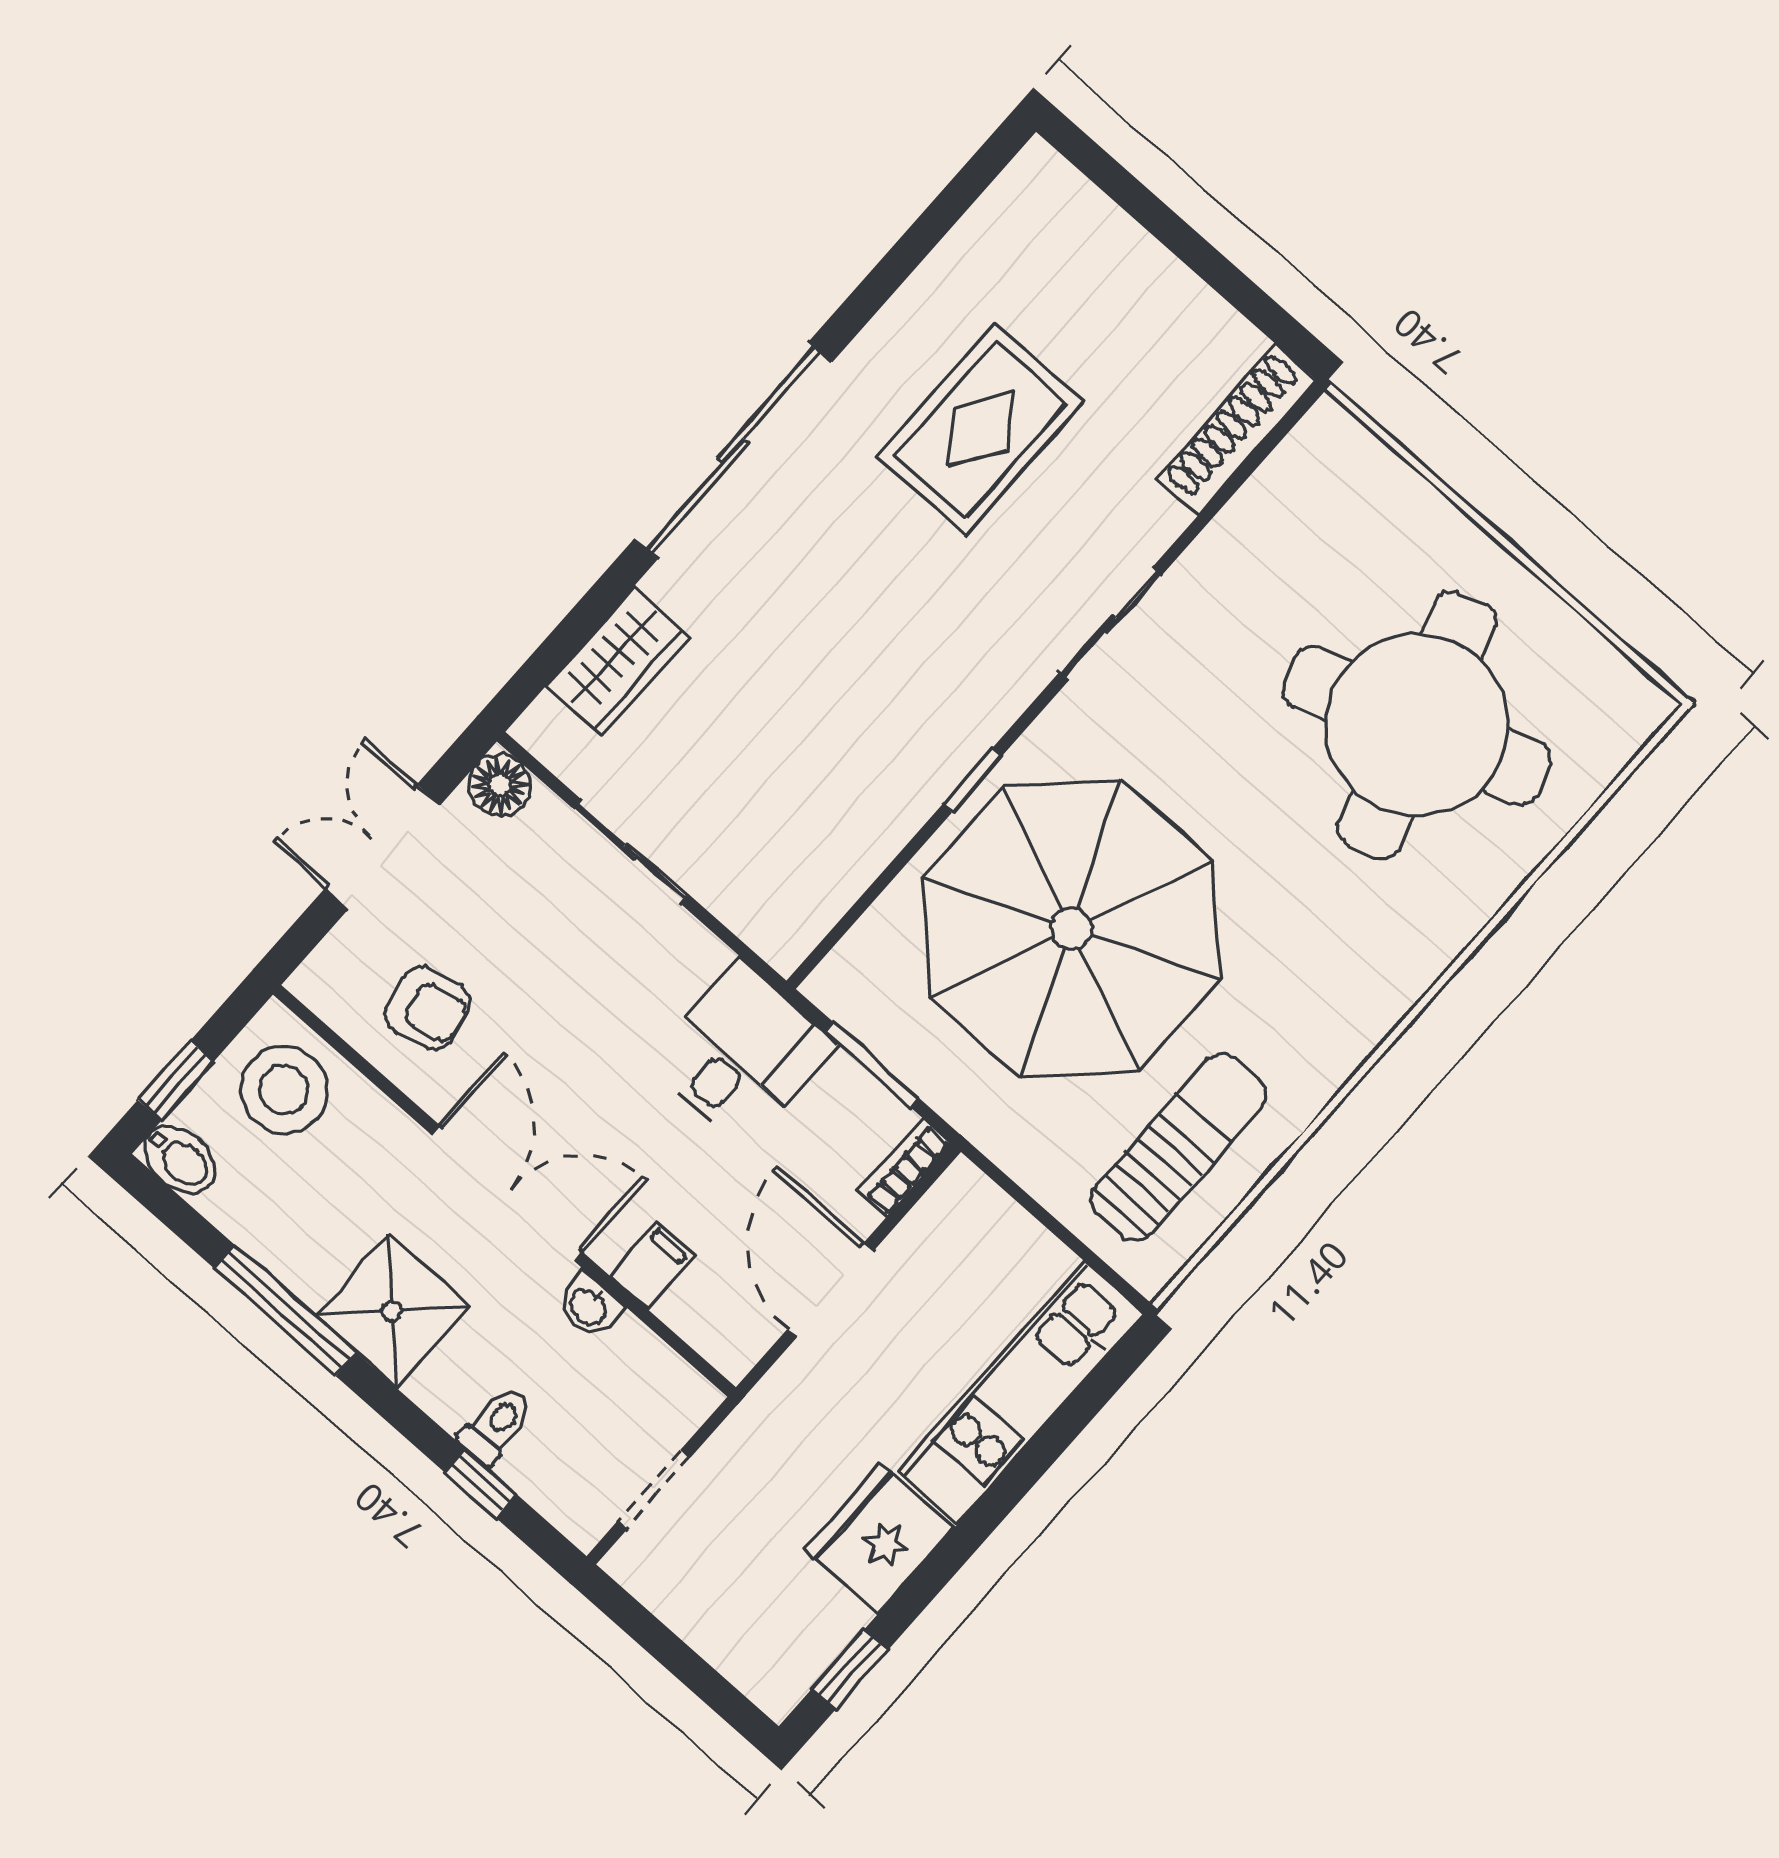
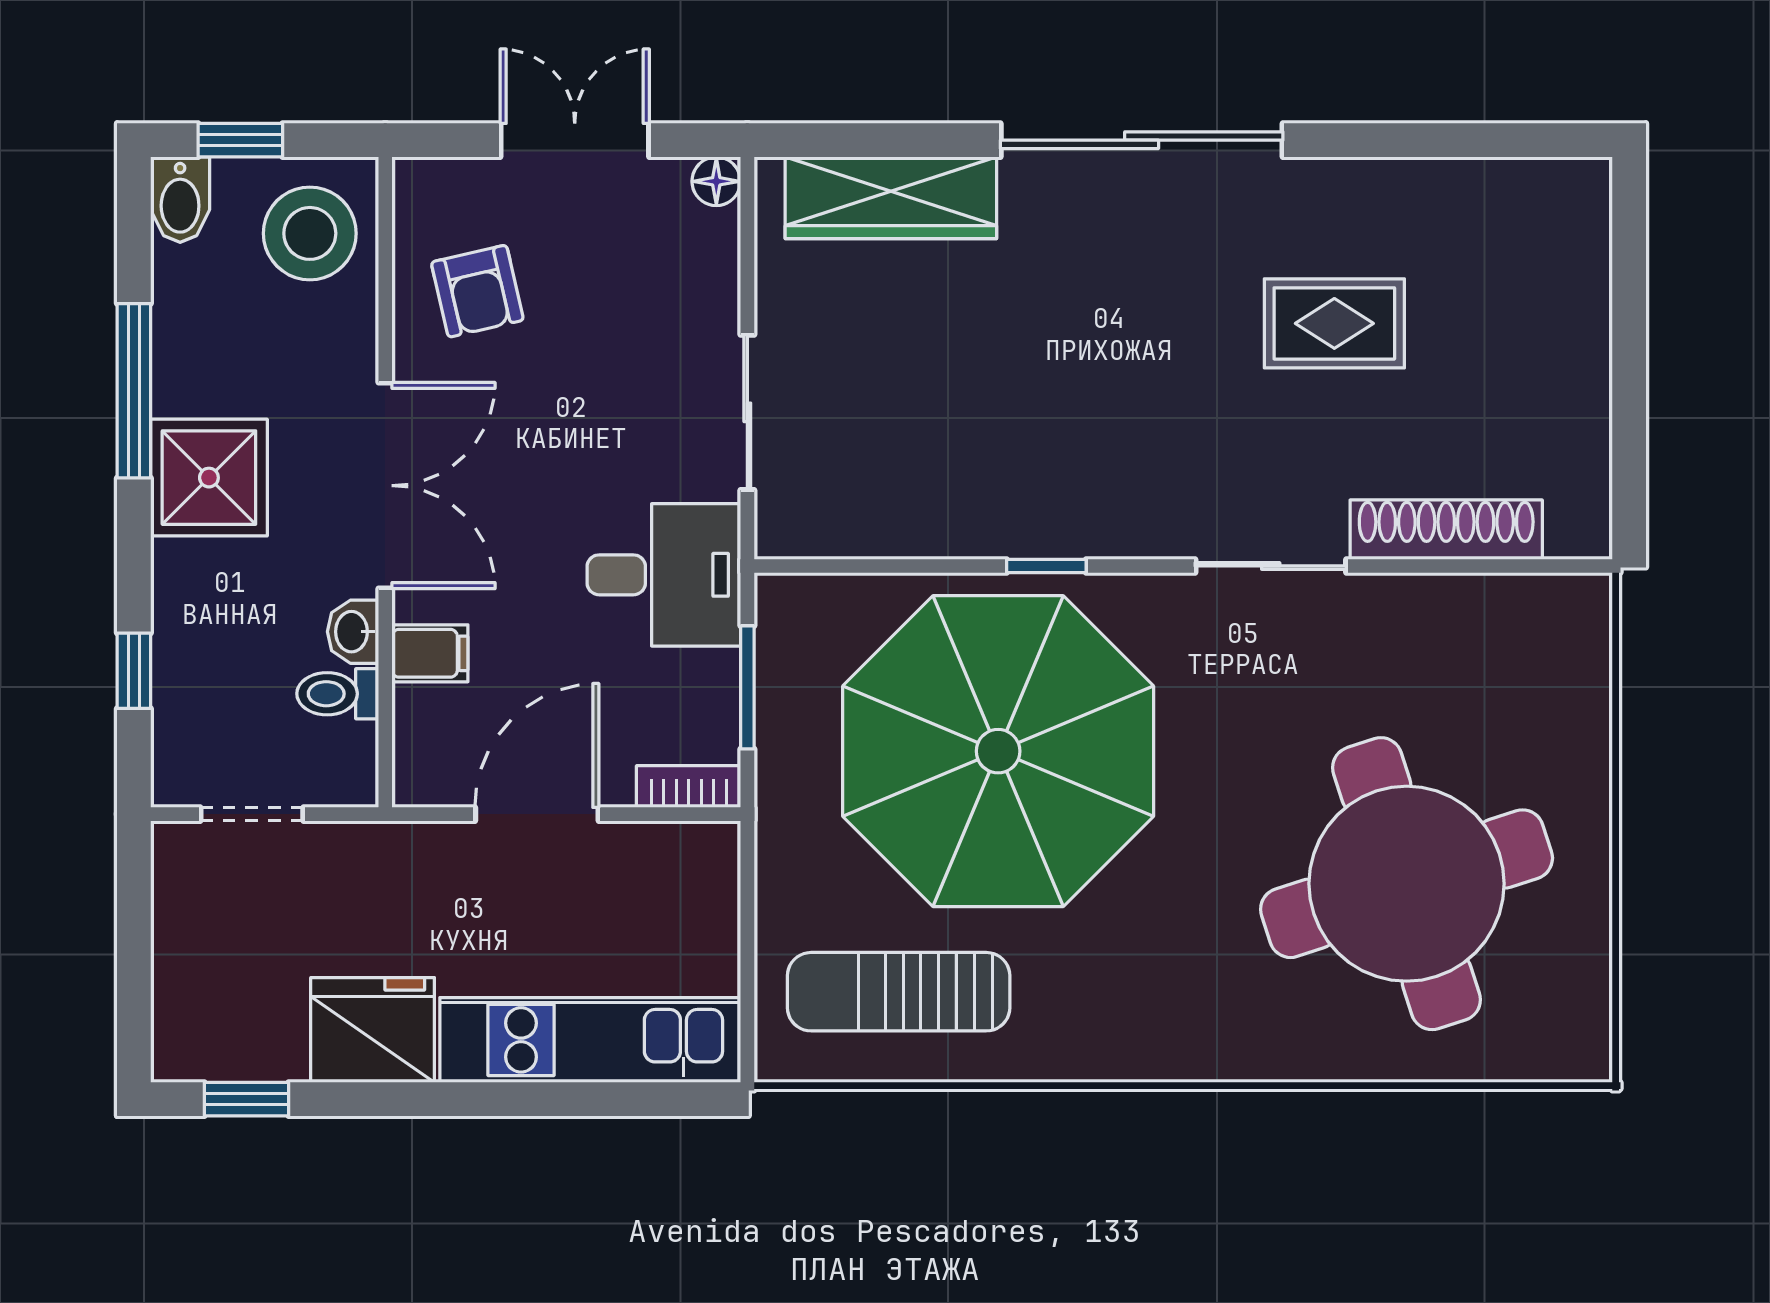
rug: (980, 429) -> (1334, 323), width x0.73, depth x0.70
shoe rack: (1237, 430) -> (1446, 530), moved
wardrobe: (618, 661) -> (891, 198), width x1.50
floor lamp: (500, 785) -> (716, 181), width x0.73, depth x0.73
sliding door: (631, 851) -> (747, 412), moved
sun lounger: (1178, 1147) -> (899, 992), turned 180
toilet: (496, 1425) -> (338, 694), moved, turned 180

